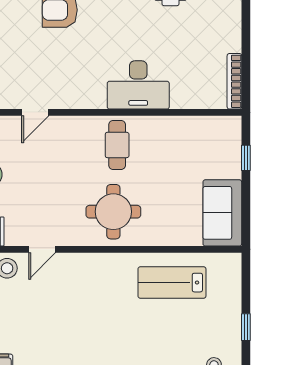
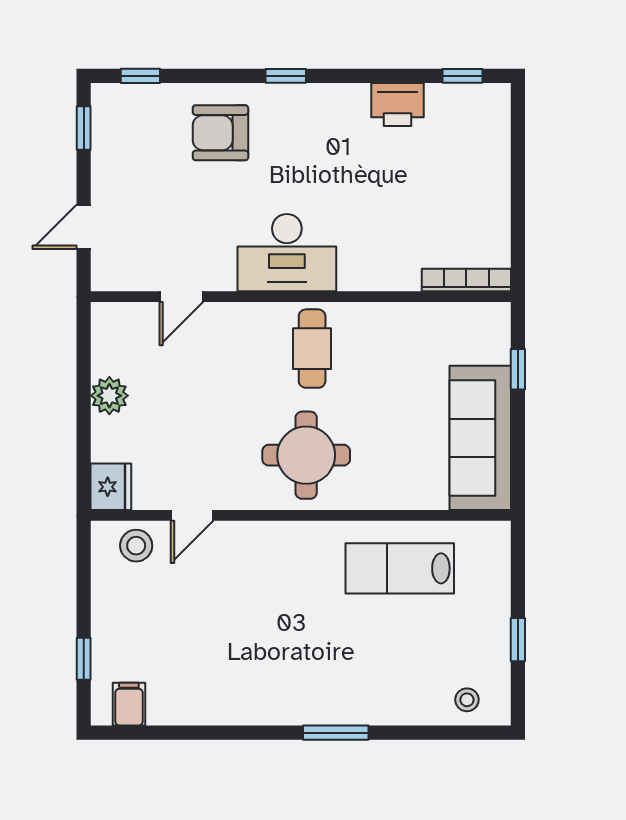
bookcase: (234, 81) -> (466, 280), moved, turned 90
desk: (138, 85) -> (287, 253), moved
sofa: (222, 213) -> (480, 438), width x1.36

